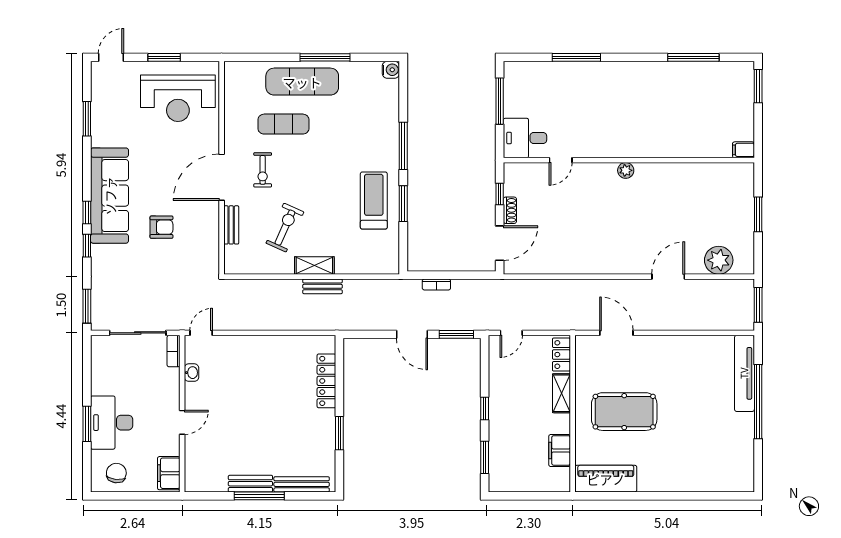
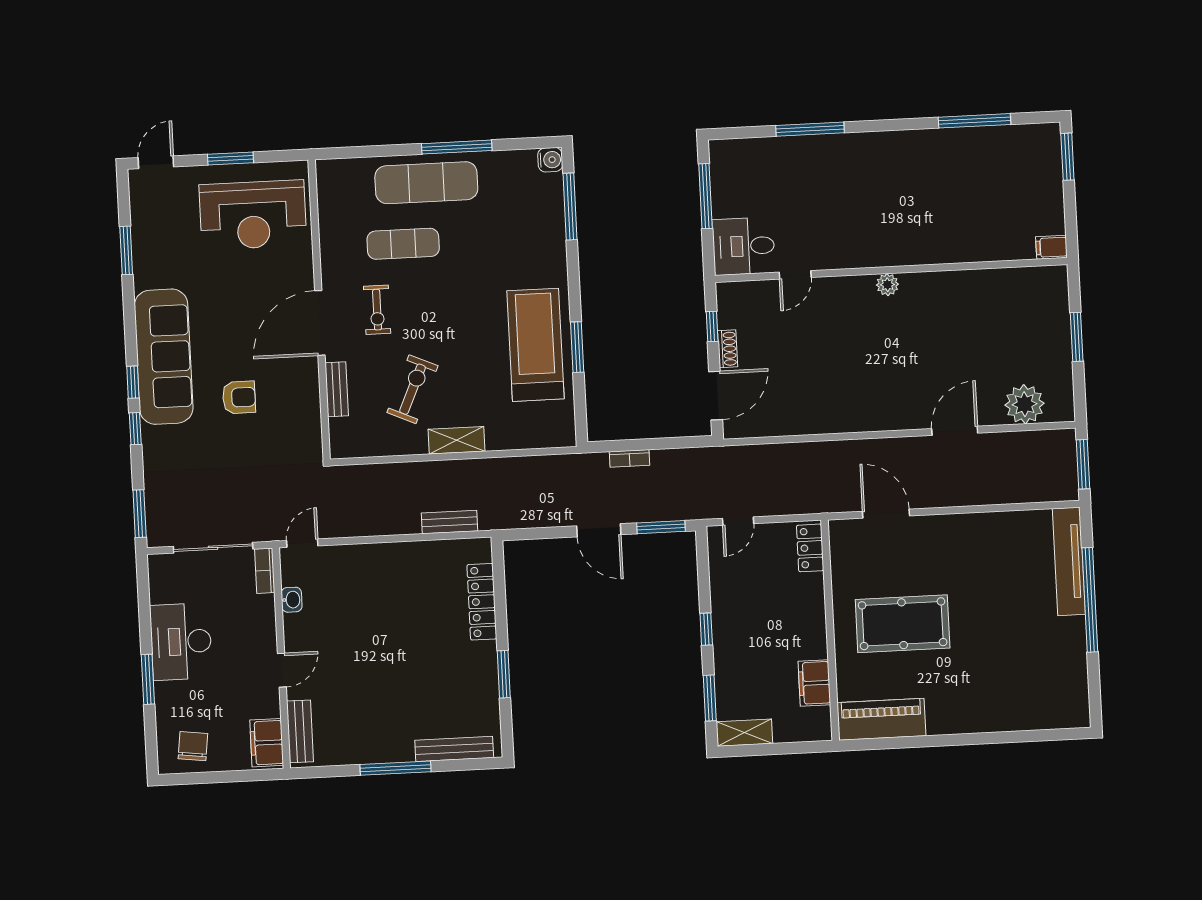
window: (403, 146) -> (570, 207), moved
treadmill: (374, 201) -> (536, 345), width x1.37, depth x1.38
bench: (322, 286) -> (450, 522), moved
shelving: (561, 393) -> (744, 733), moved, turned 90
desk: (112, 423) -> (181, 642), moved
bench: (250, 484) -> (300, 731), moved, turned 90

